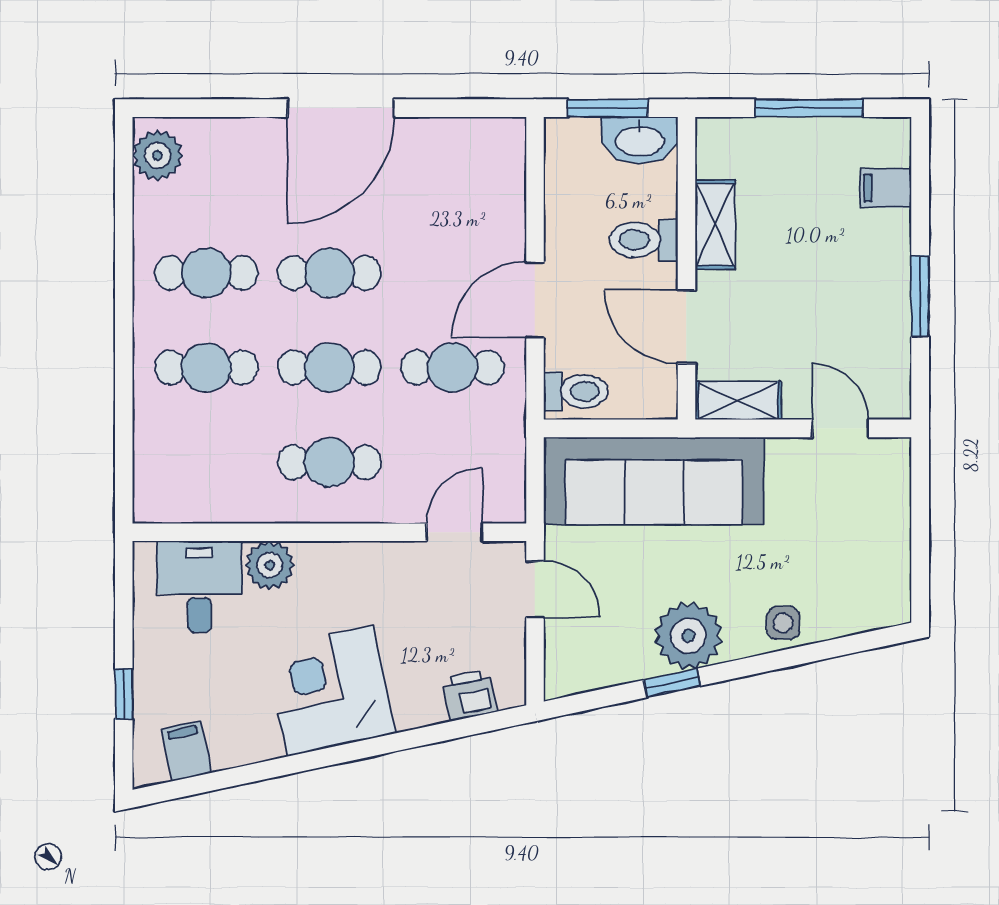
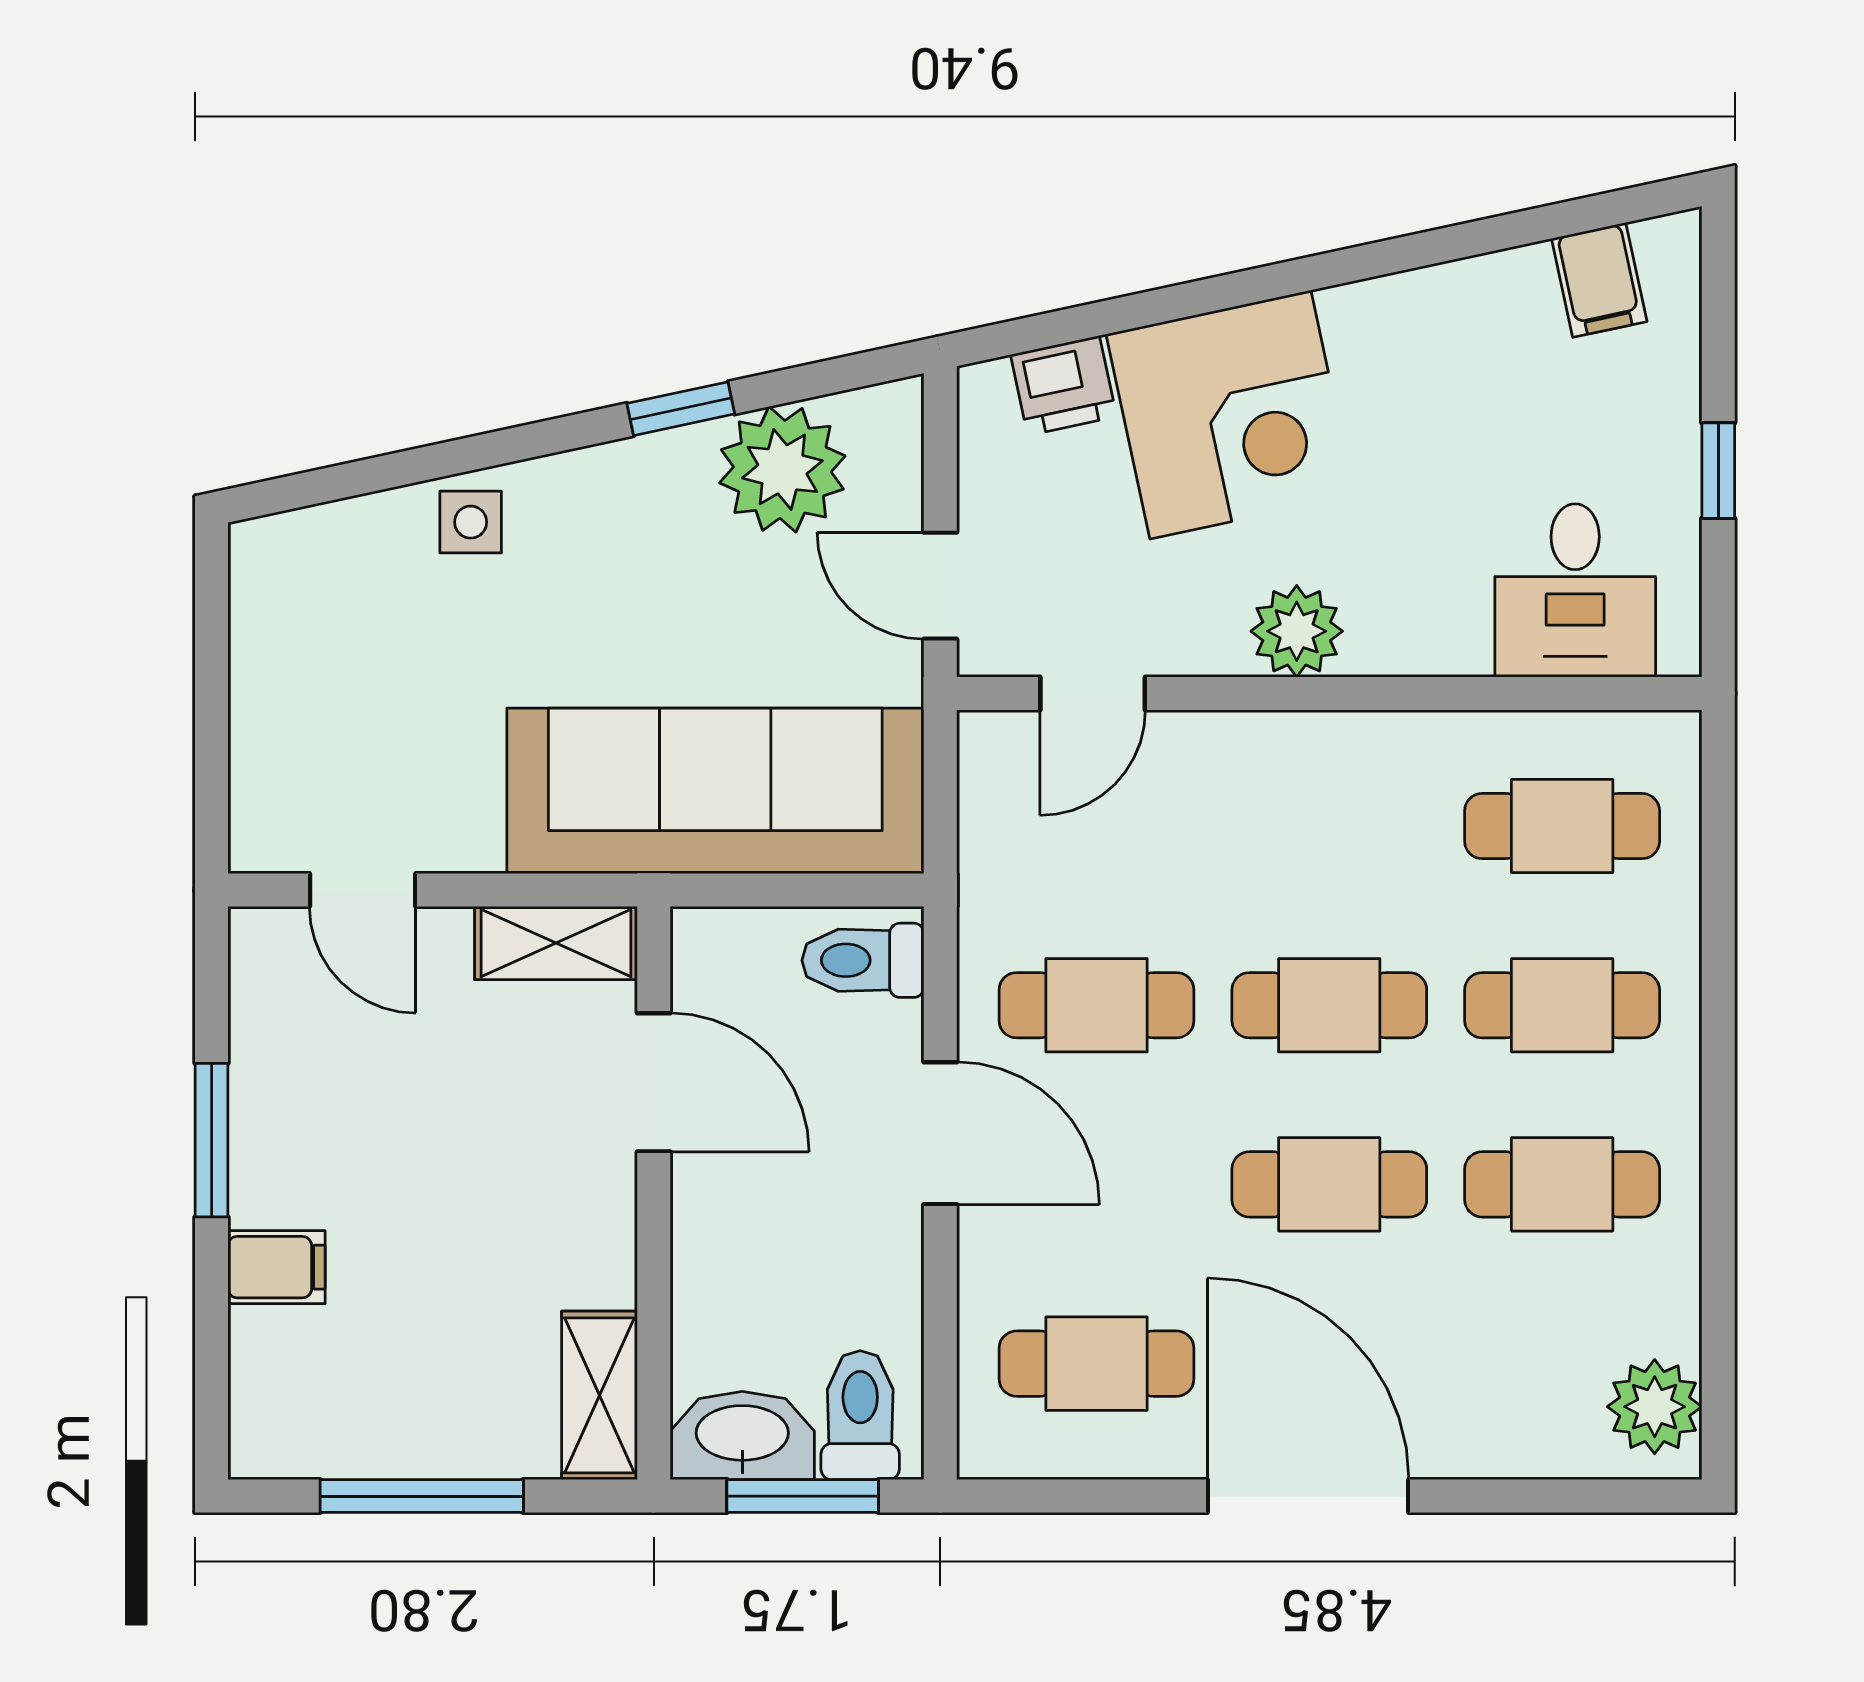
door: (341, 108) -> (1308, 1496), hinge flipped
cafe table: (452, 178) -> (1097, 1364), added
filing cabinet: (886, 188) -> (277, 1267), moved
shelving: (715, 225) -> (599, 1395), moved
toilet: (644, 240) -> (860, 1415), moved, turned -90
door: (535, 300) -> (940, 1133), hinge flipped
cafe table: (329, 462) -> (1562, 826), moved
plant: (270, 565) -> (1297, 631), moved
plant: (689, 636) -> (782, 469), moved
corner desk: (330, 691) -> (1230, 415), moved
window: (124, 694) -> (1718, 471), moved

